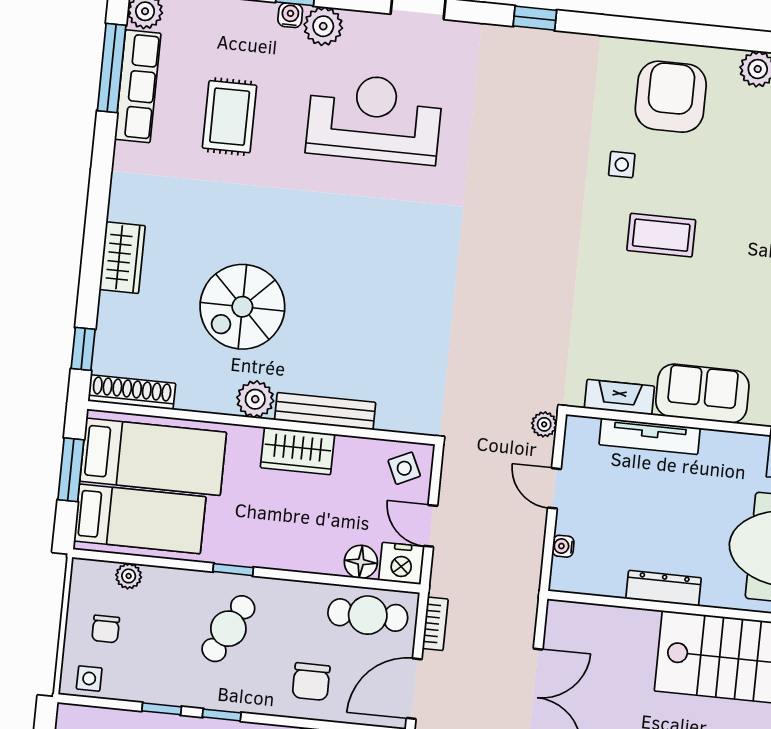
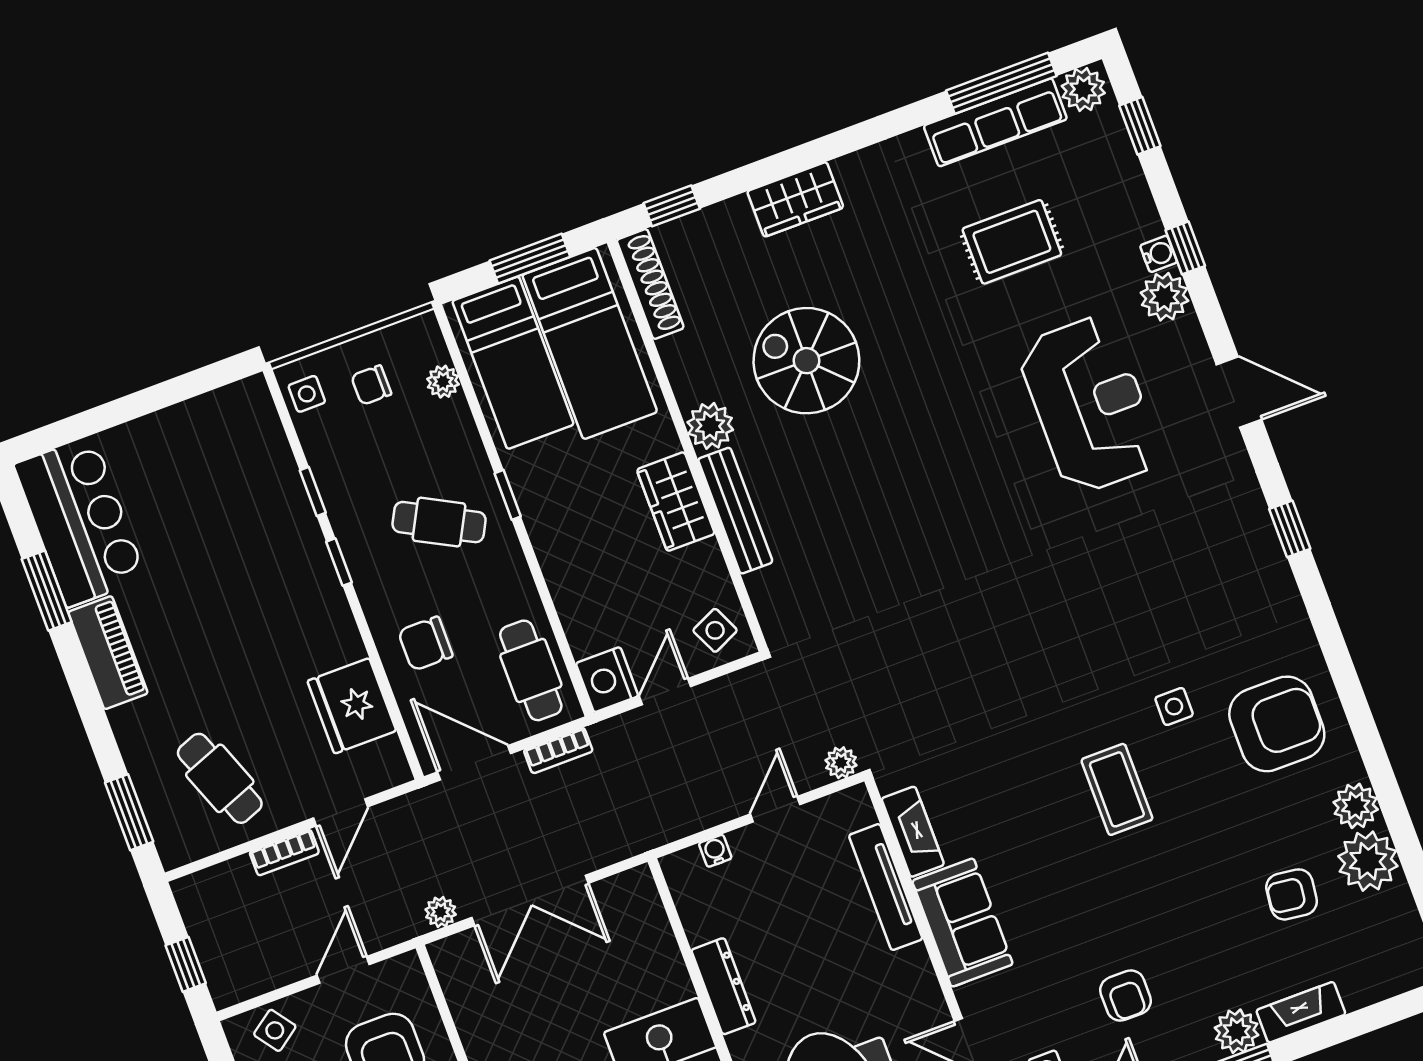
floor lamp: (361, 562) -> (587, 633), removed

